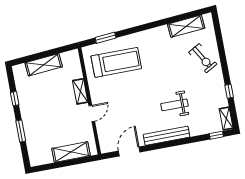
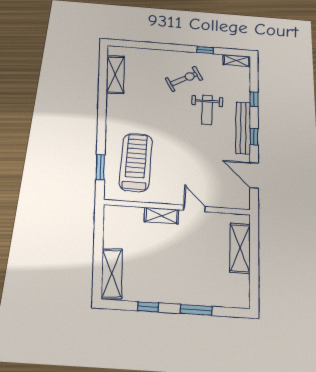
exercise bike: (203, 58) -> (184, 79), moved
shelving: (44, 65) -> (112, 274), moved
window: (216, 135) -> (254, 99), moved
window: (161, 146) -> (254, 137), added

